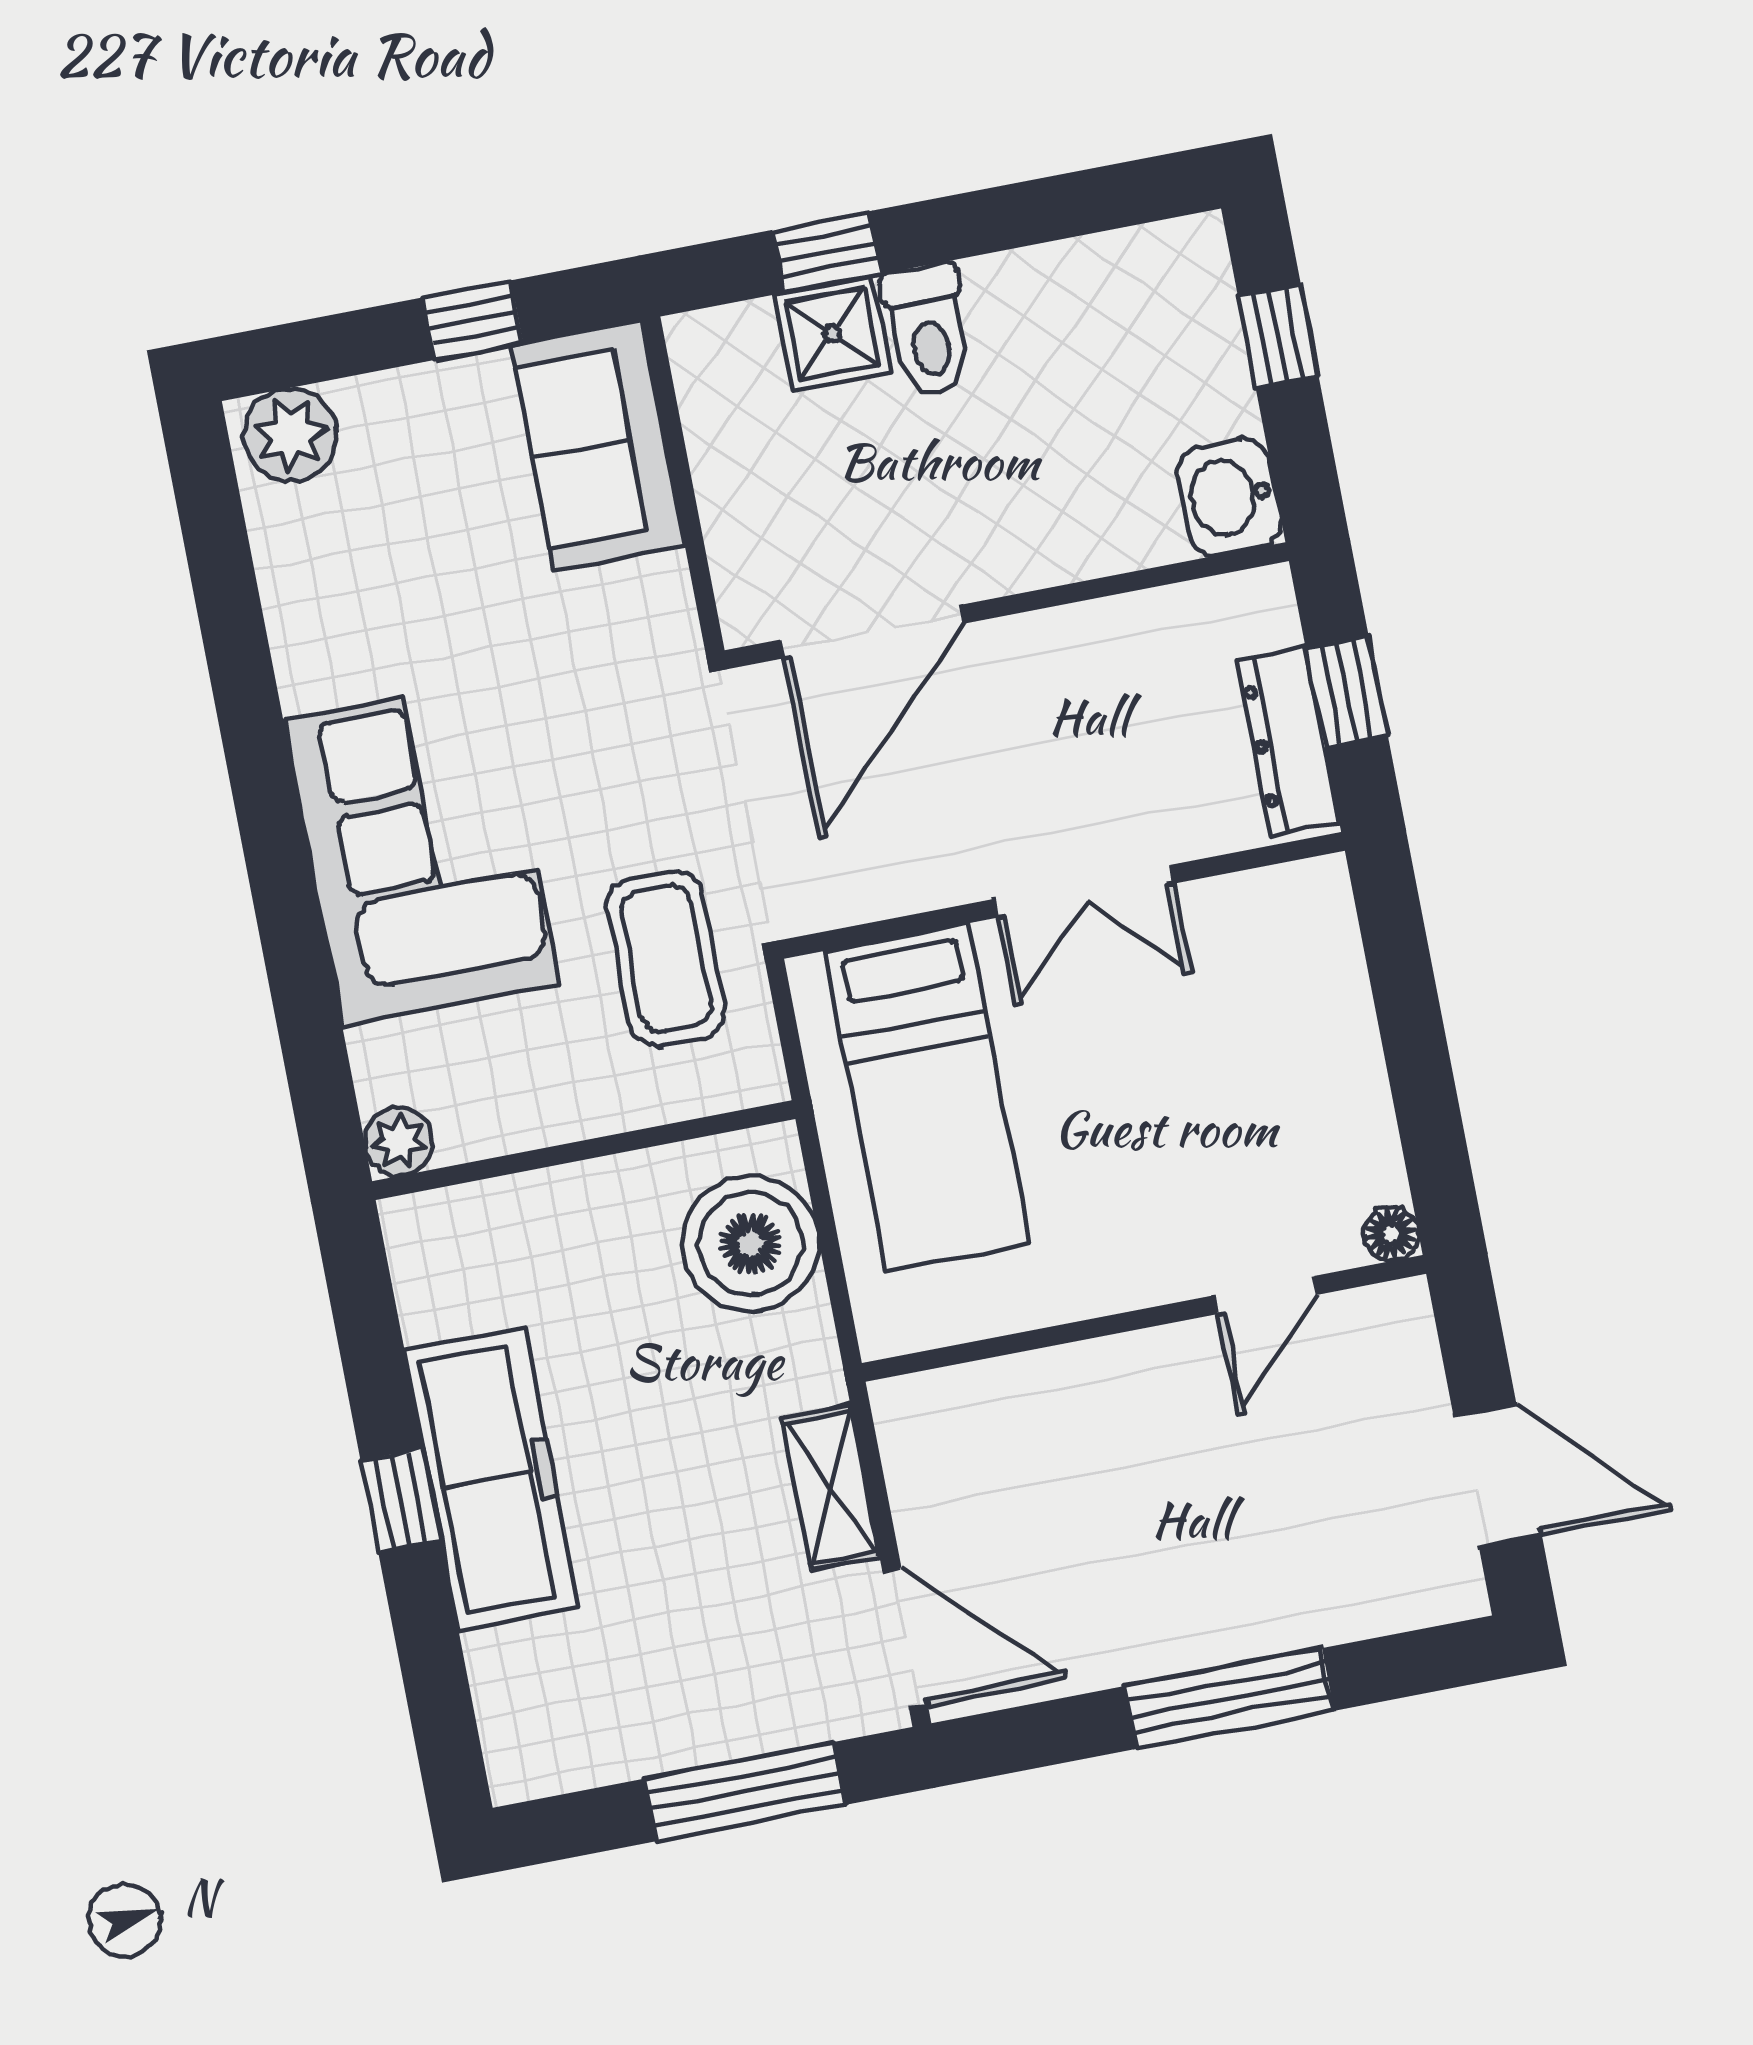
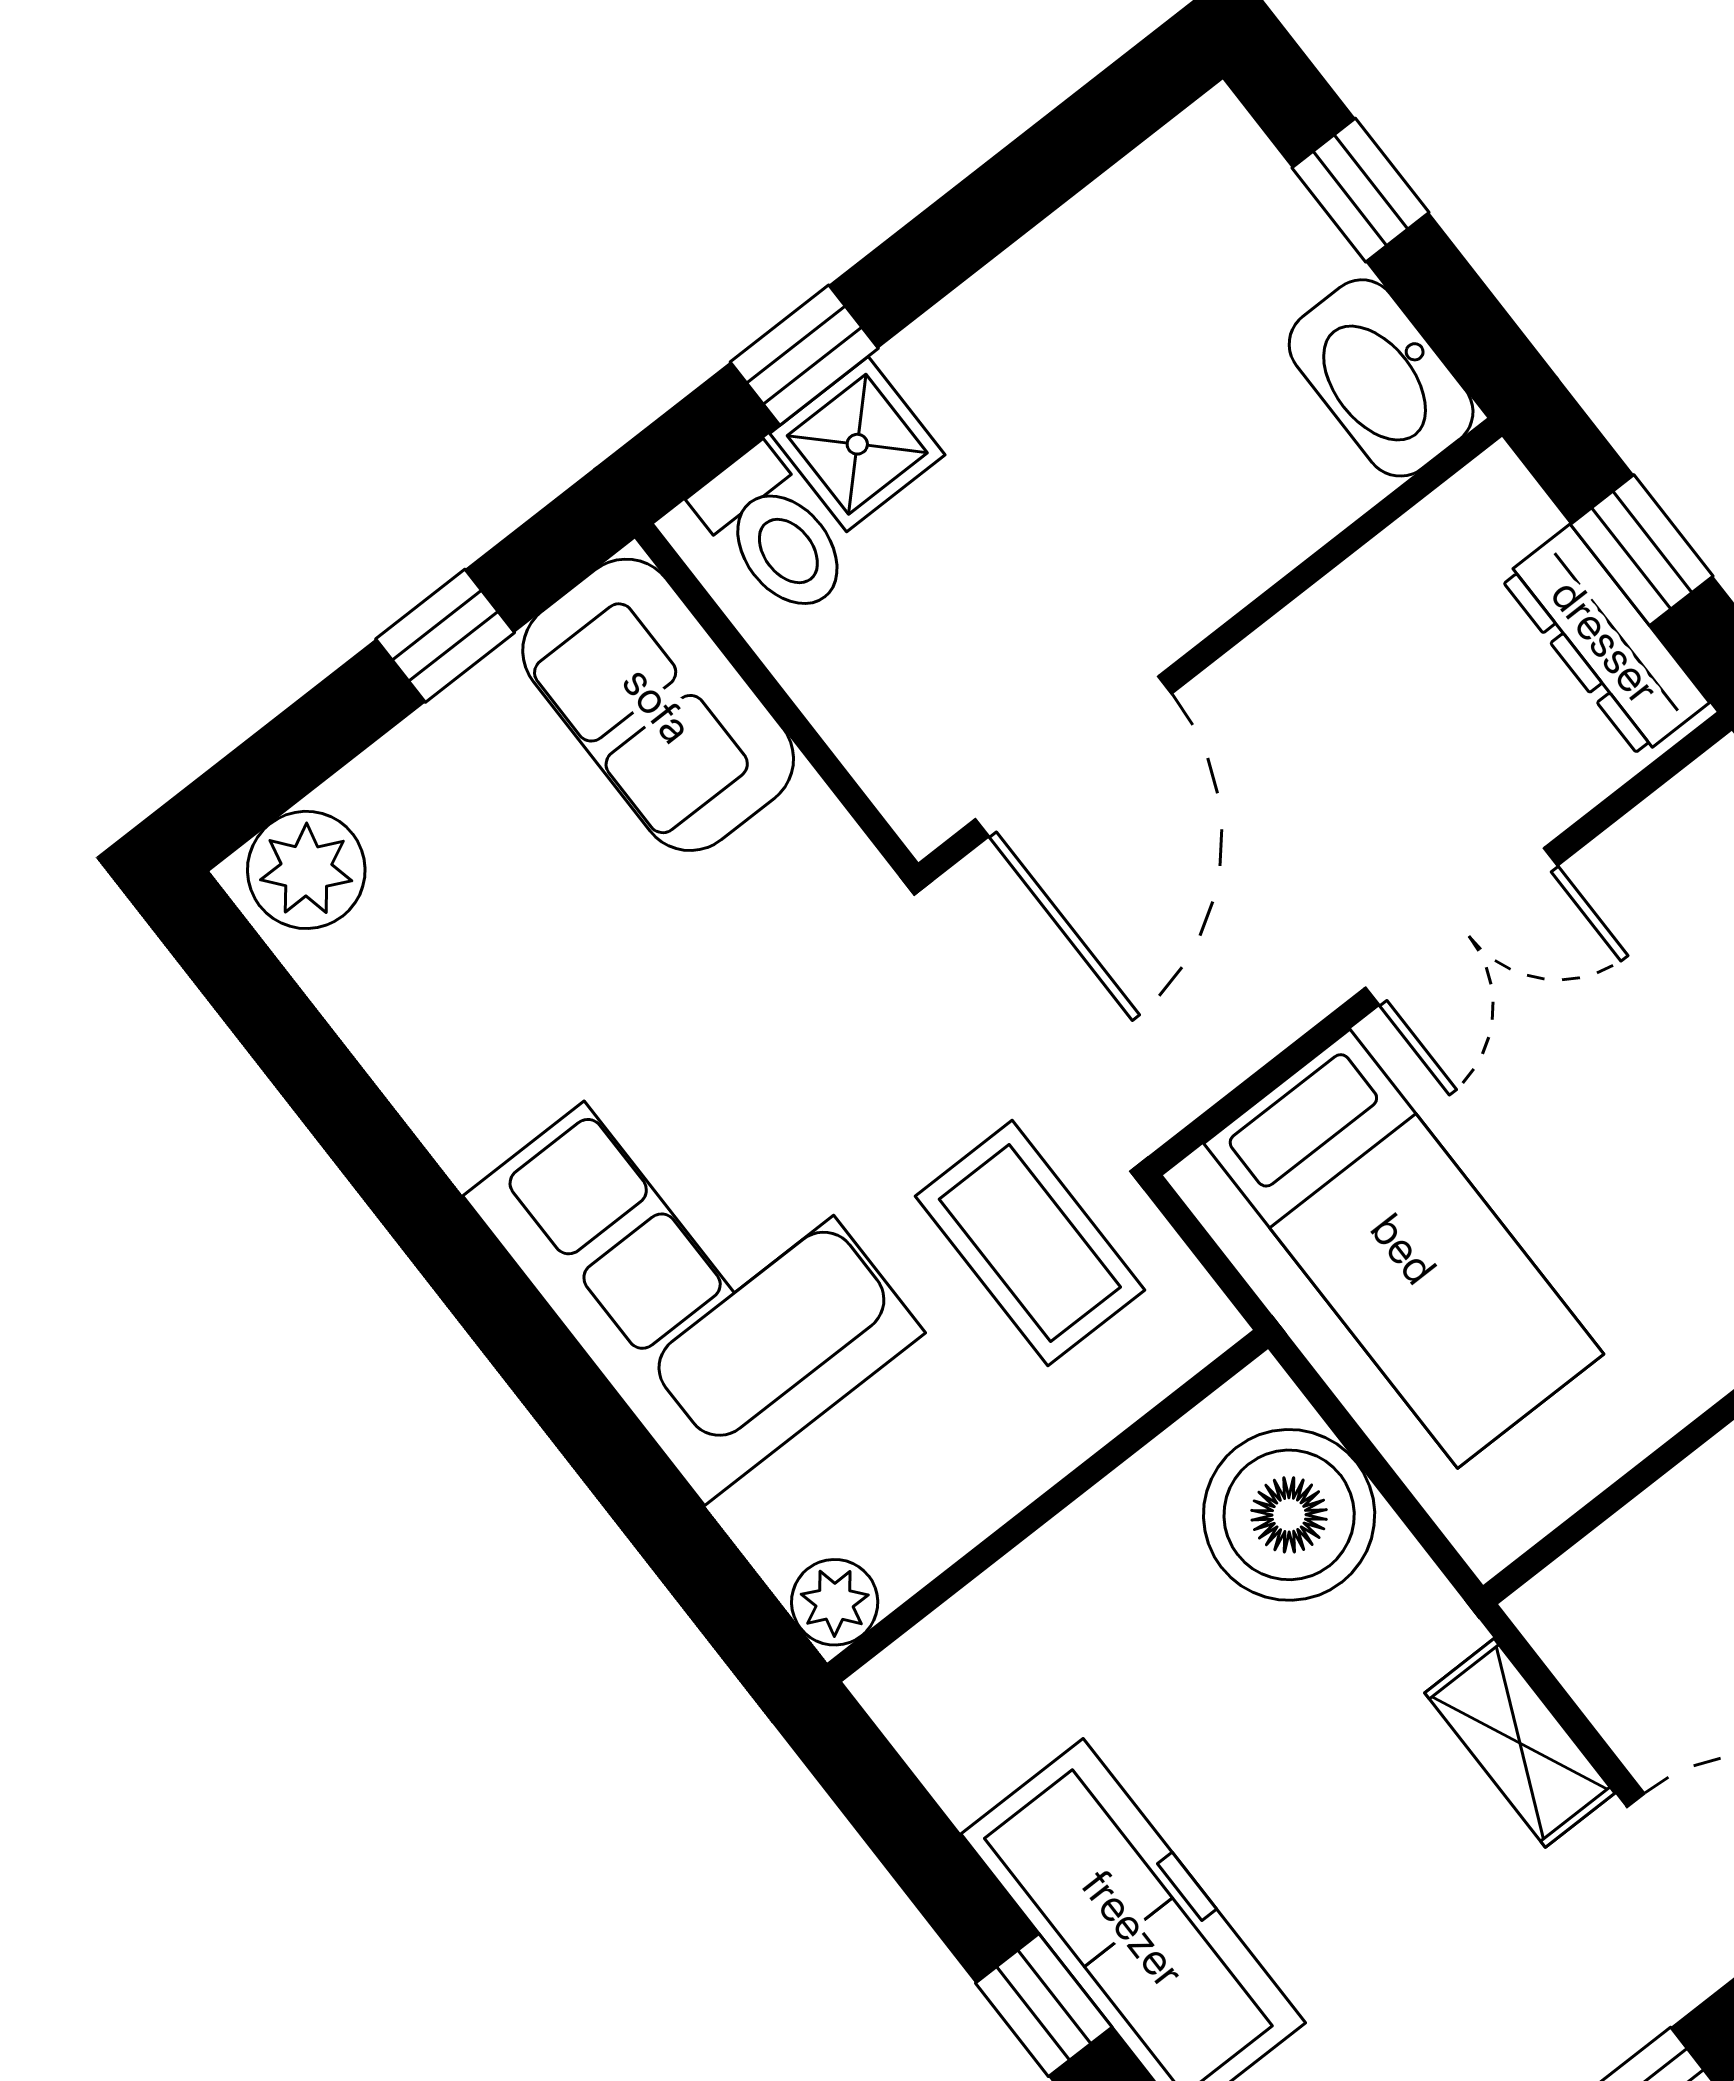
toilet: (928, 331) -> (774, 533), moved
washbasin: (1229, 497) -> (1381, 378), width x1.38

